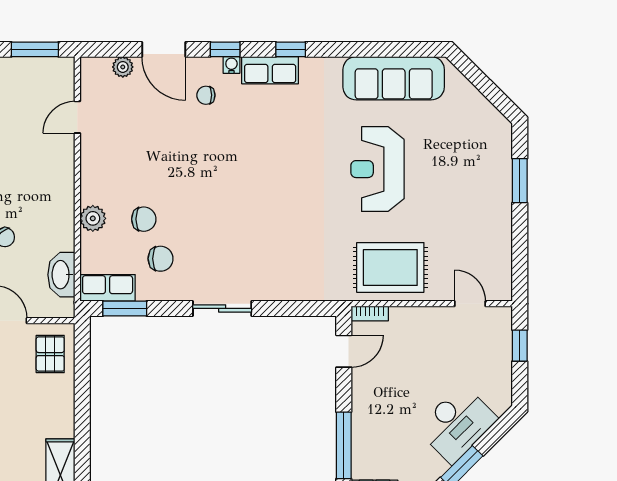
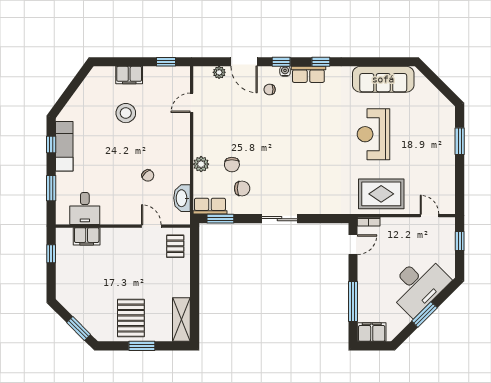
window: (35, 49) -> (166, 62), width x0.67
chair: (144, 219) -> (232, 165), turned 90
desk: (457, 424) -> (418, 285), width x1.36, depth x1.30

